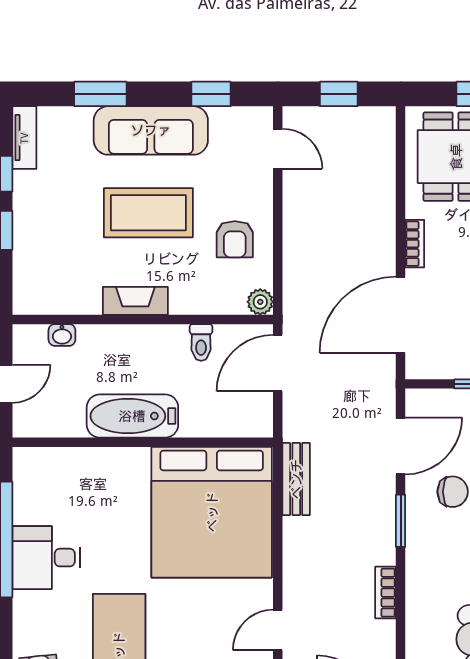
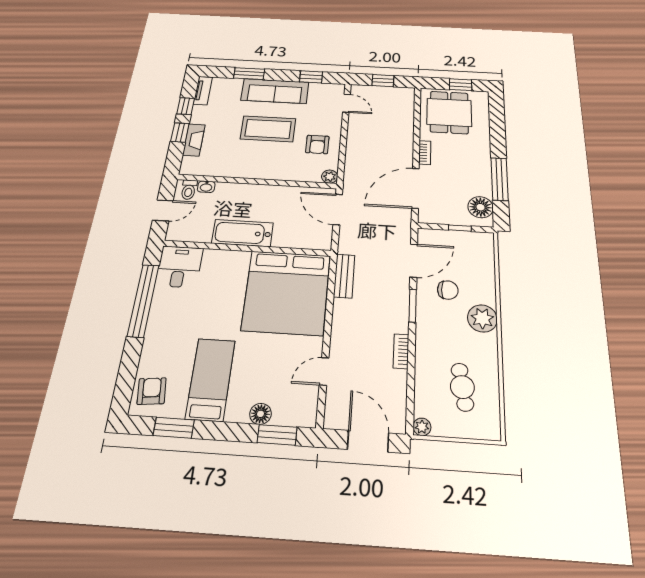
fireplace: (135, 301) -> (194, 140), moved, turned 90
toilet: (201, 342) -> (189, 190), moved
door: (278, 363) -> (338, 209), hinge flipped
desk: (46, 558) -> (179, 267), moved, turned 90

